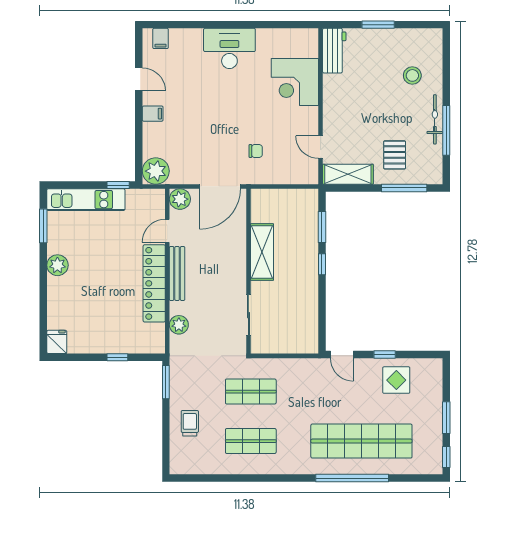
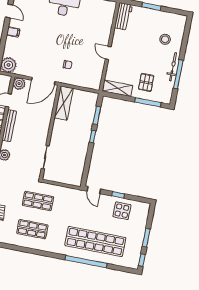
corner desk: (295, 82) -> (98, 30), removed
door: (321, 147) -> (108, 53), moved
shelving: (262, 252) -> (64, 103), moved

